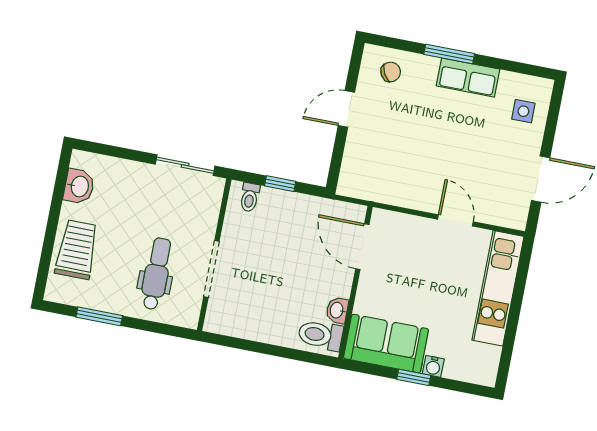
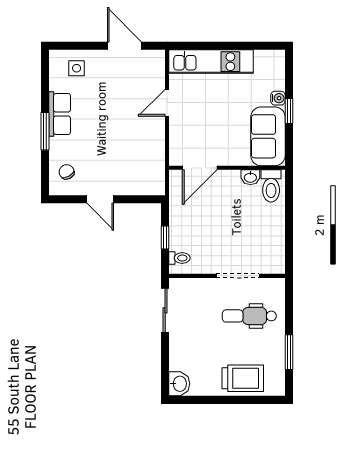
washbasin: (79, 186) -> (179, 384), moved, turned 90
trolley: (77, 250) -> (243, 378), turned 180

